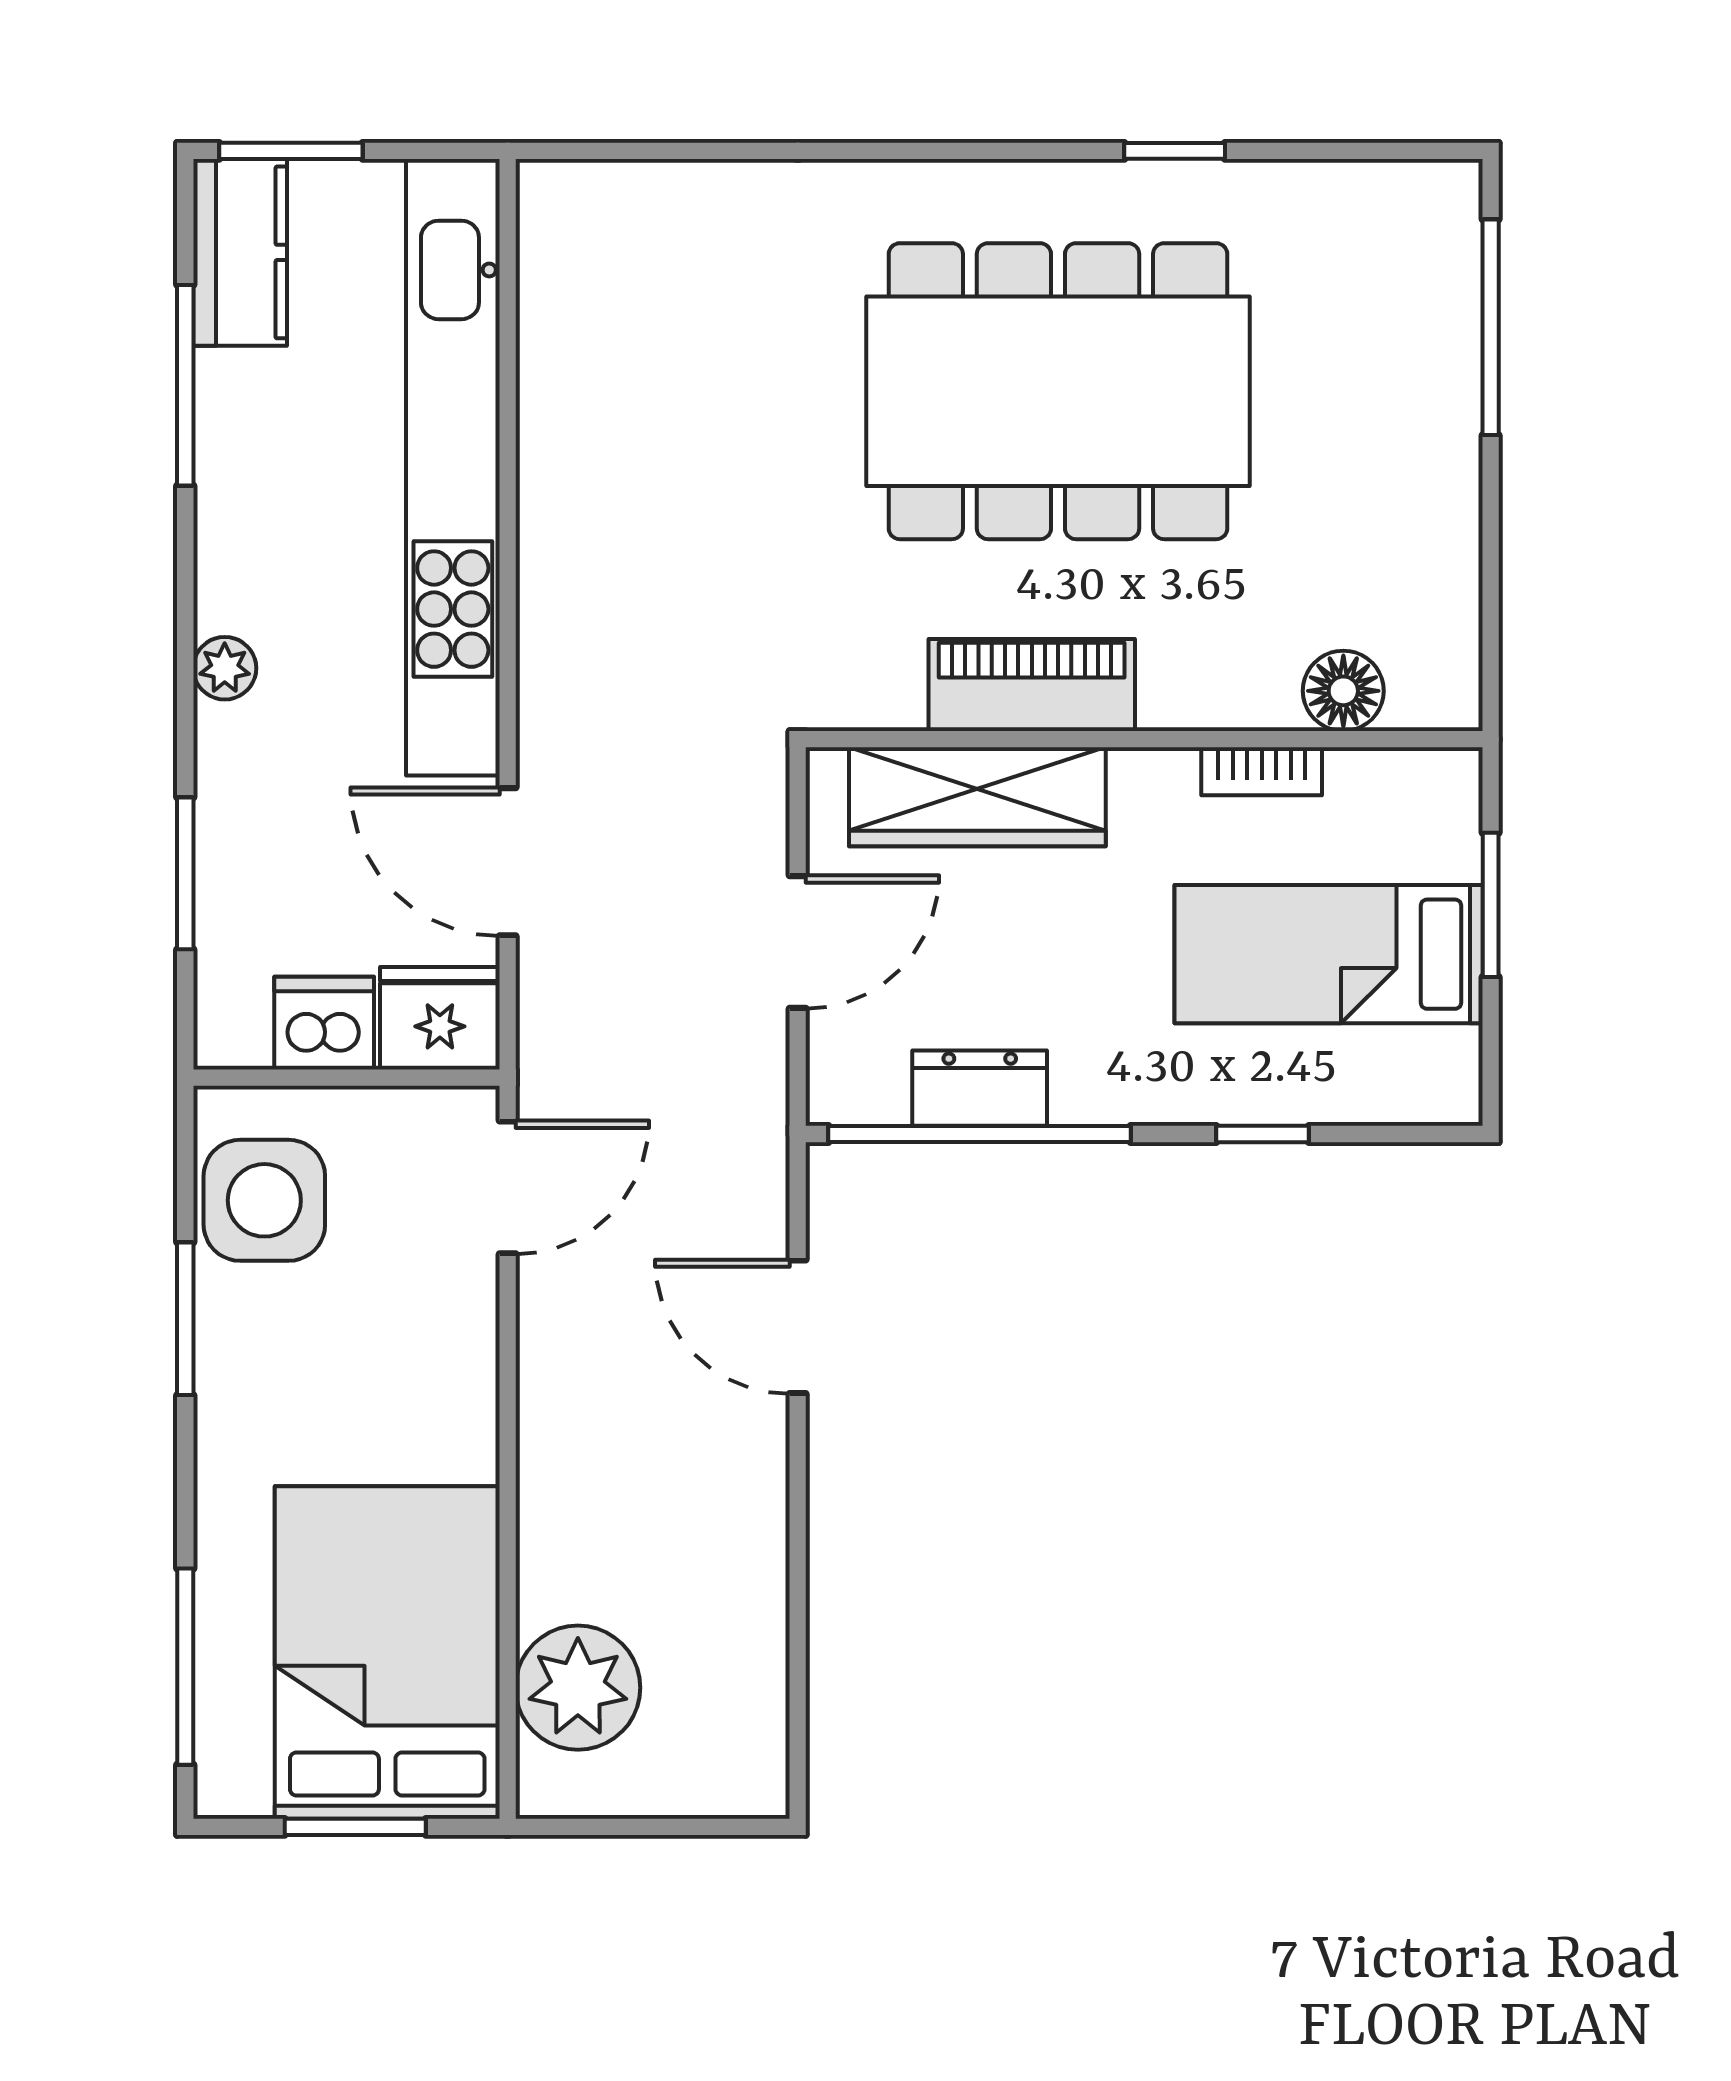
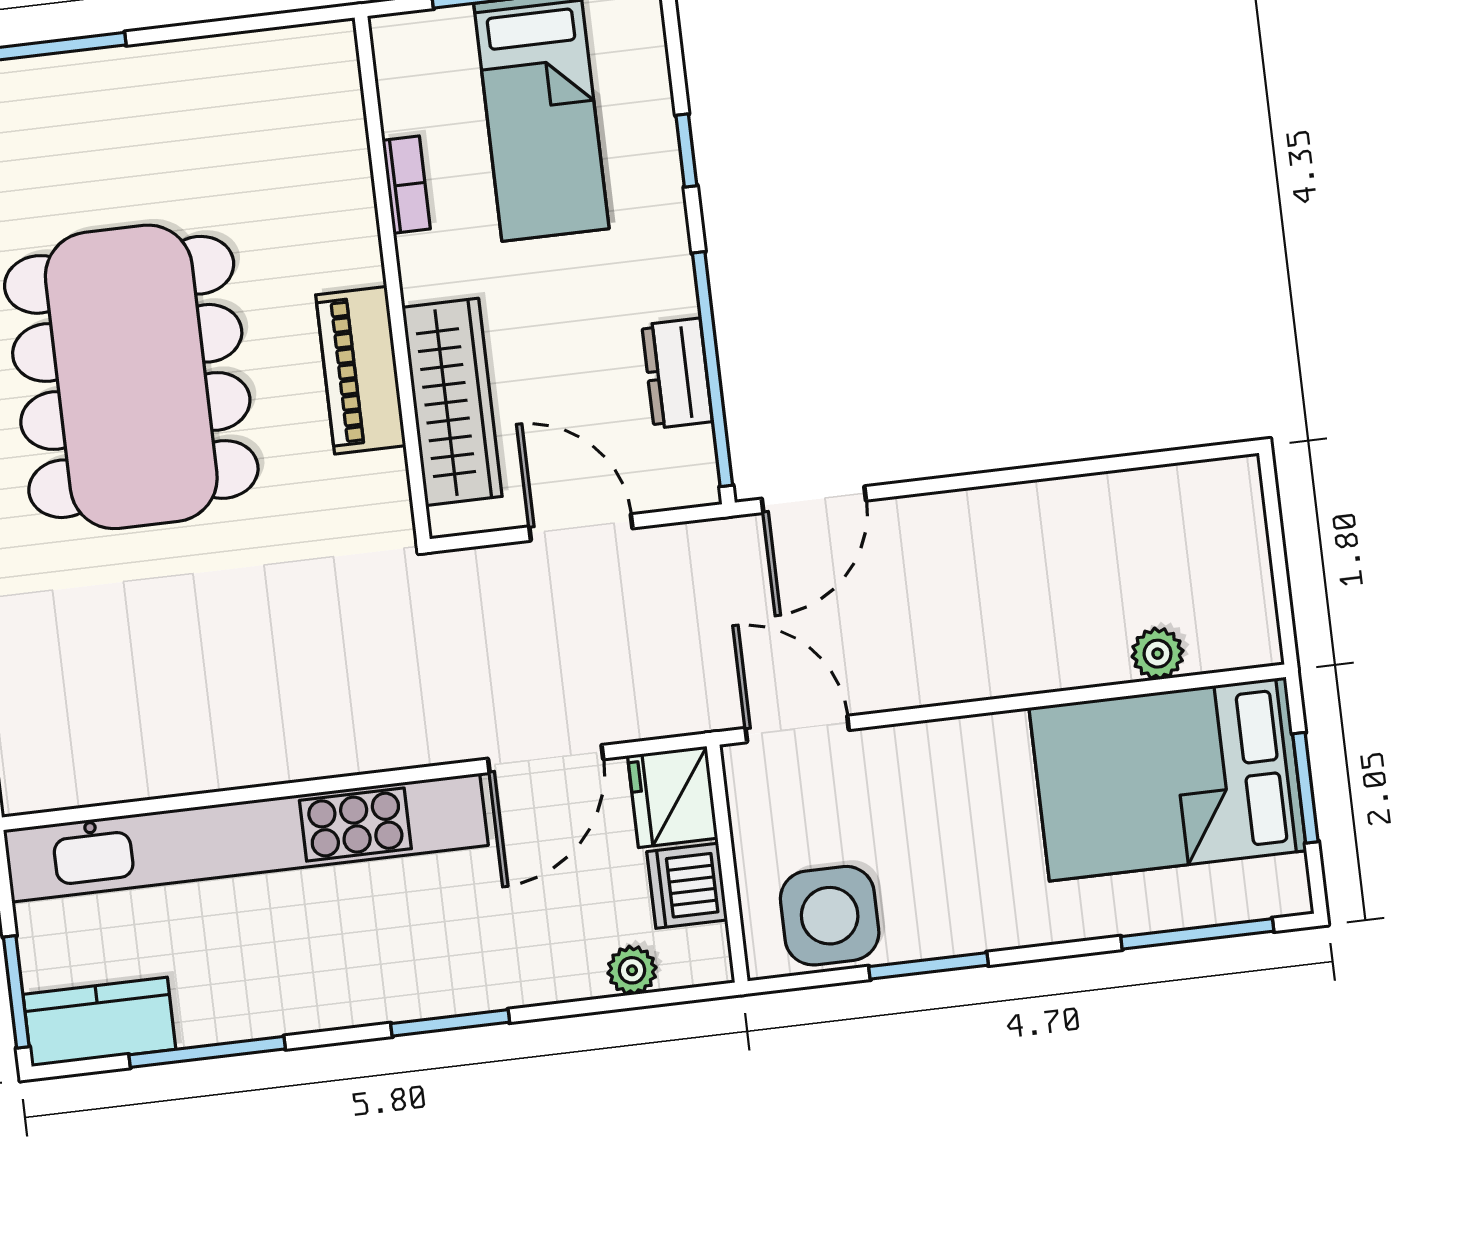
plant: (225, 668) -> (632, 970), moved
floor lamp: (1343, 691) -> (336, 129), removed
window: (185, 873) -> (450, 1023), moved
door: (798, 1327) -> (814, 500), moved
plant: (578, 1688) -> (1158, 654), width x0.53, depth x0.53

